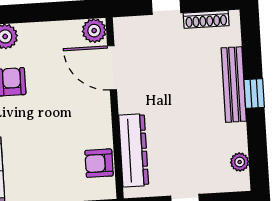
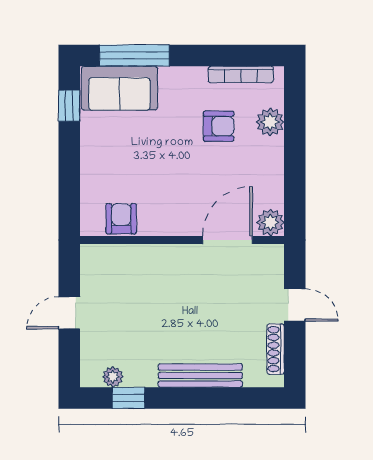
window: (254, 93) -> (128, 398), moved
dresser: (134, 150) -> (133, 258), removed

